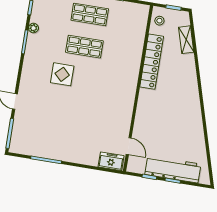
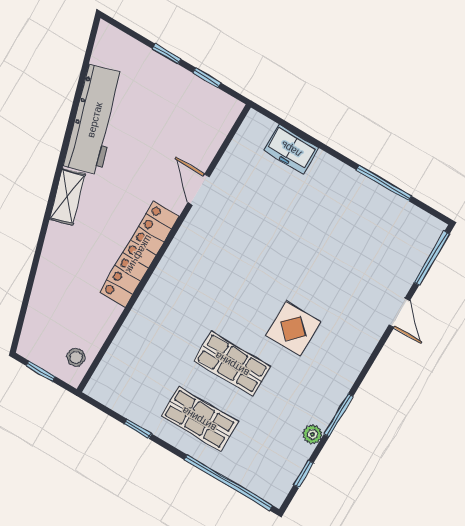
shelving: (186, 40) -> (68, 197), moved
locker: (152, 62) -> (139, 254), moved
door: (129, 146) -> (199, 190), moved
freezer: (111, 161) -> (291, 149), moved
workbench: (173, 169) -> (95, 120), moved, turned -106

